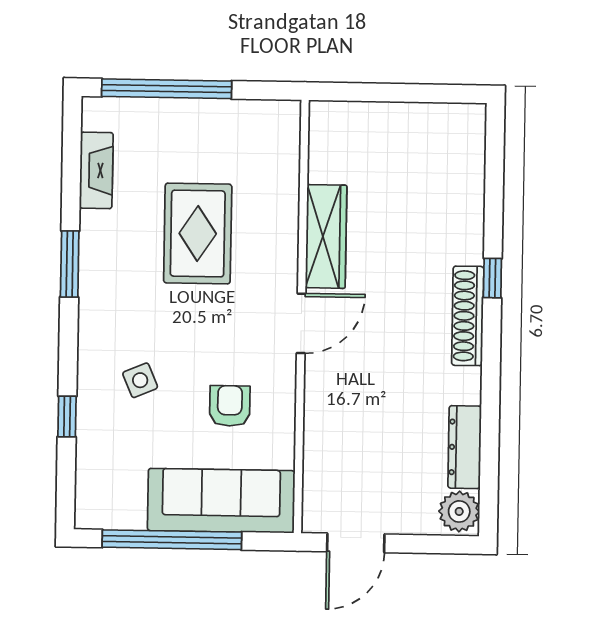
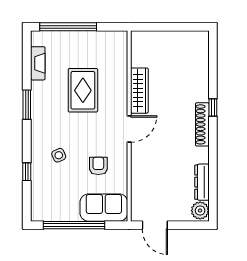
sofa: (221, 501) -> (104, 208), width x0.73
door: (356, 543) -> (155, 225), hinge flipped

